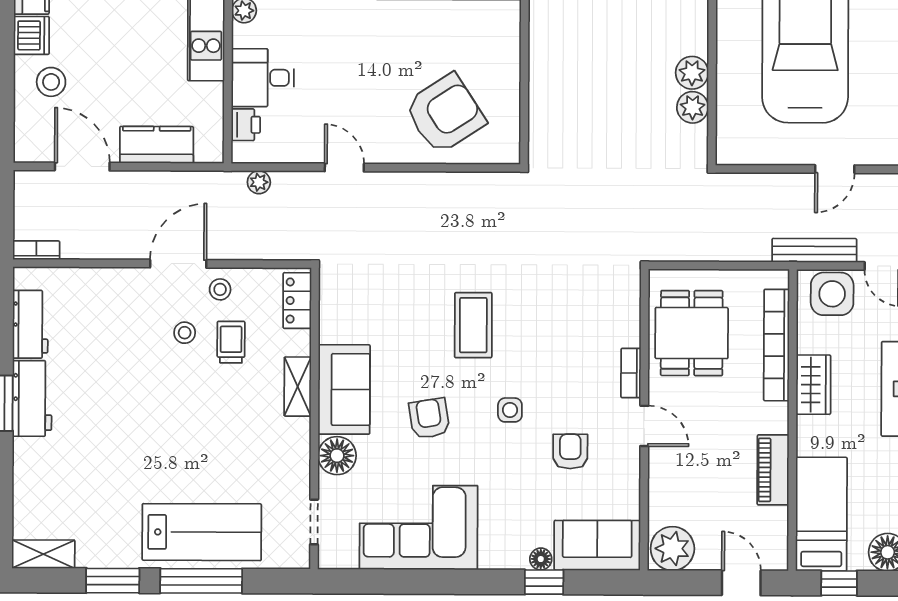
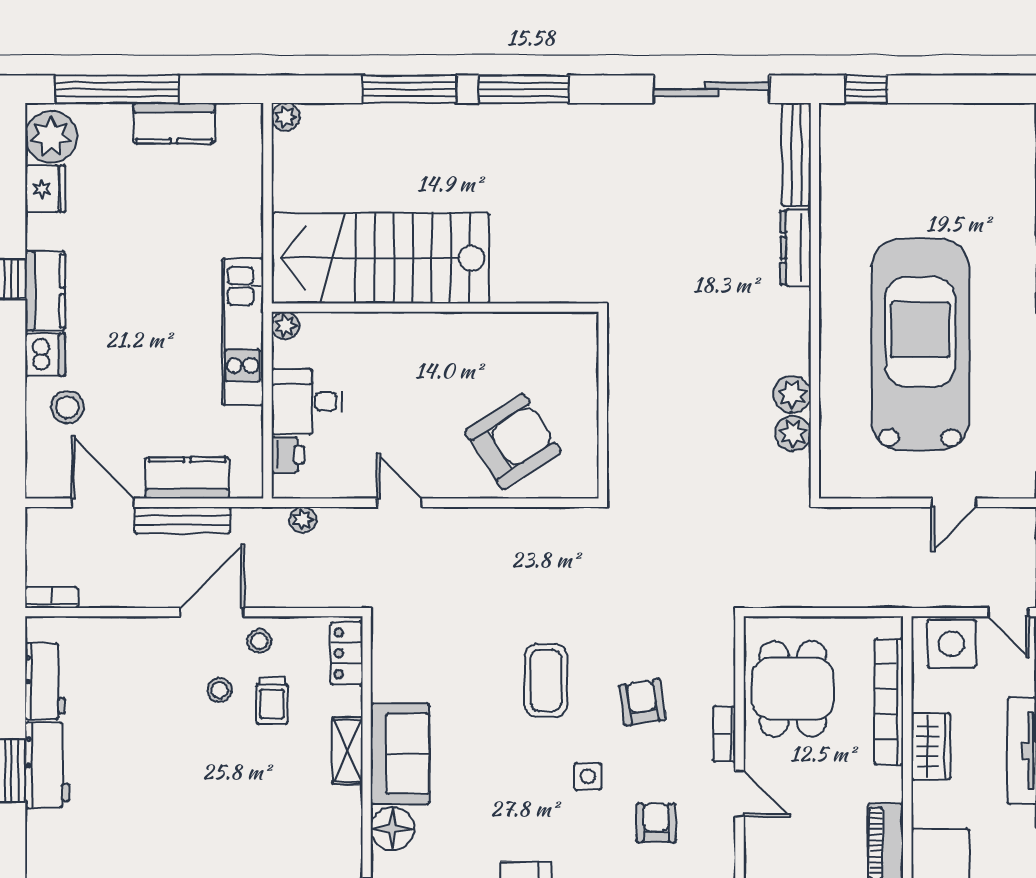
bench: (814, 250) -> (183, 520), moved
trolley: (231, 342) -> (272, 701), turned 180
armchair: (429, 418) -> (642, 702), moved

